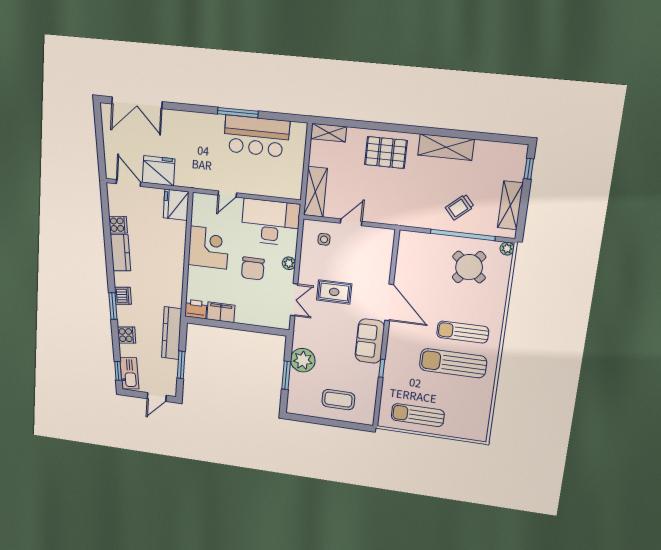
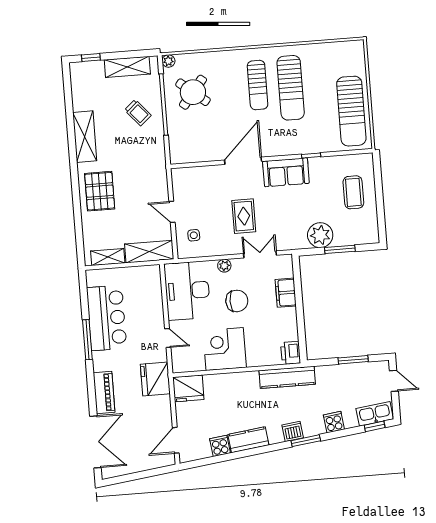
piano: (183, 120) -> (104, 393), added
shelving: (329, 133) -> (108, 257), moved, turned 90
fridge: (159, 171) -> (155, 379), moved
filing cabinet: (221, 312) -> (286, 293), moved
kitchen counter: (172, 333) -> (287, 377), moved
sun lounger: (418, 415) -> (351, 111), width x1.36, depth x1.34

